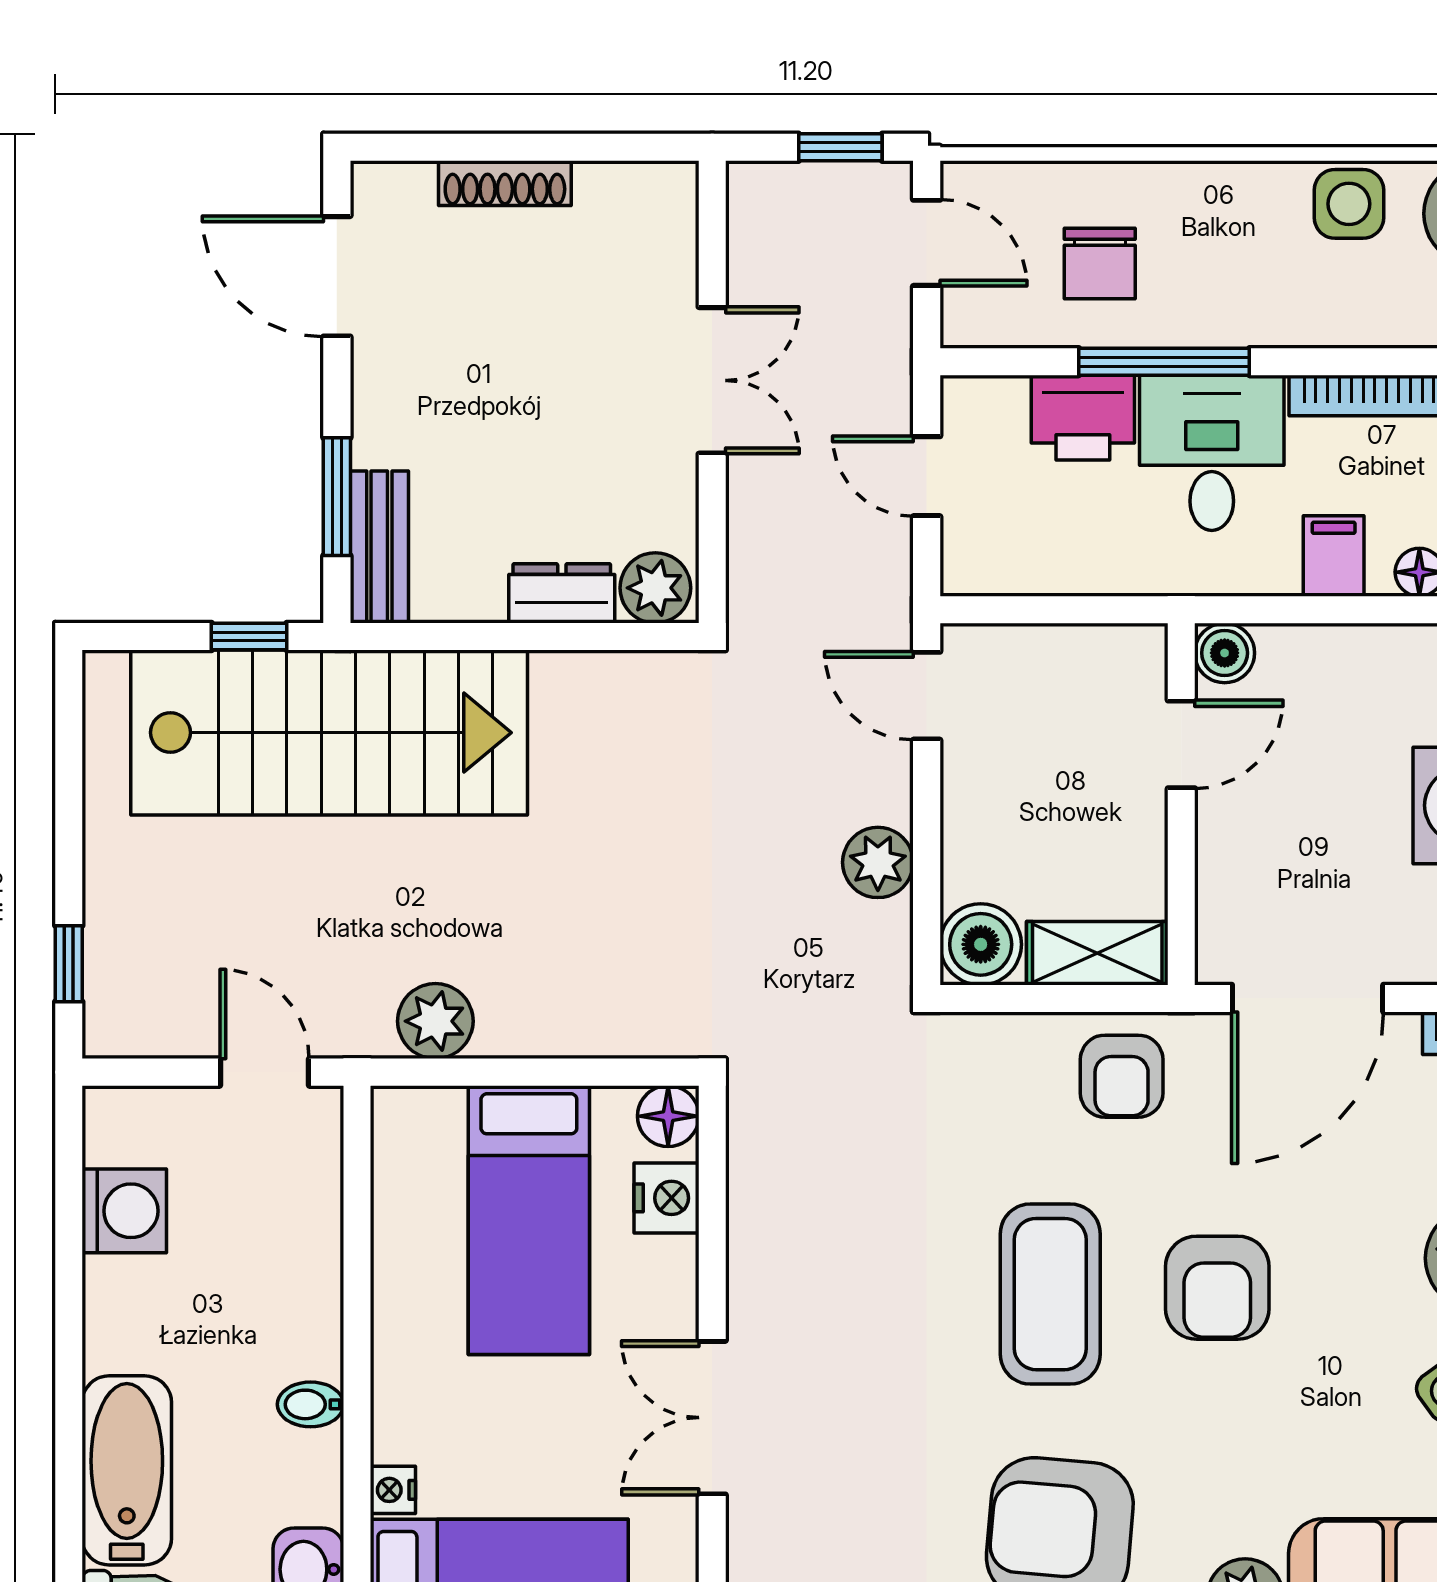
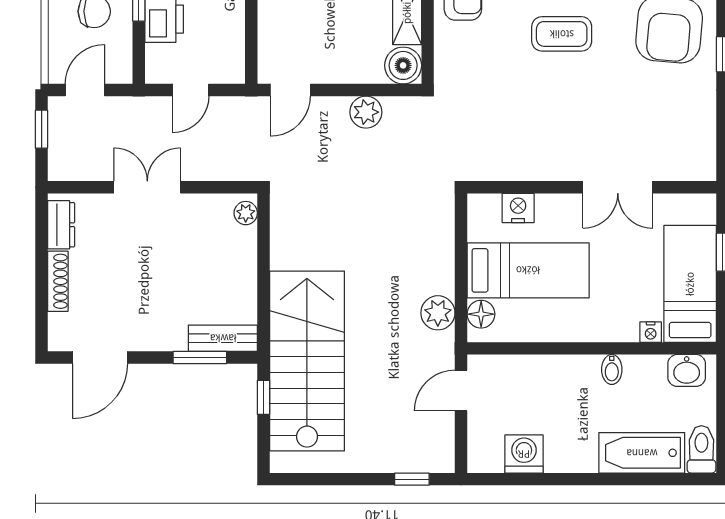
plant: (655, 588) -> (246, 213), width x0.73, depth x0.73
dresser: (562, 593) -> (61, 225), moved, turned 180
floor lamp: (668, 1116) -> (481, 314), moved
coffee table: (1050, 1294) -> (562, 34), width x0.73, depth x0.76

